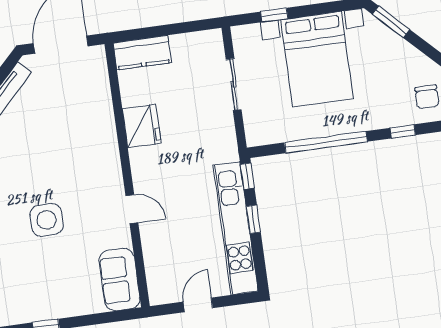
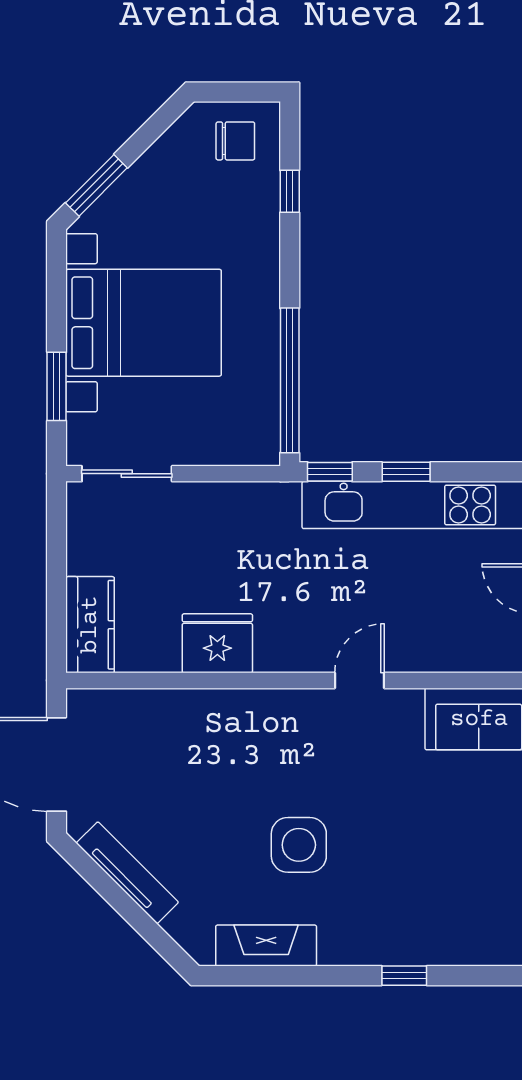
window: (274, 15) -> (57, 386), width x1.50
sliding door: (234, 84) -> (127, 474), moved
window: (326, 142) -> (290, 380), moved
side table: (47, 220) -> (299, 845), moved

